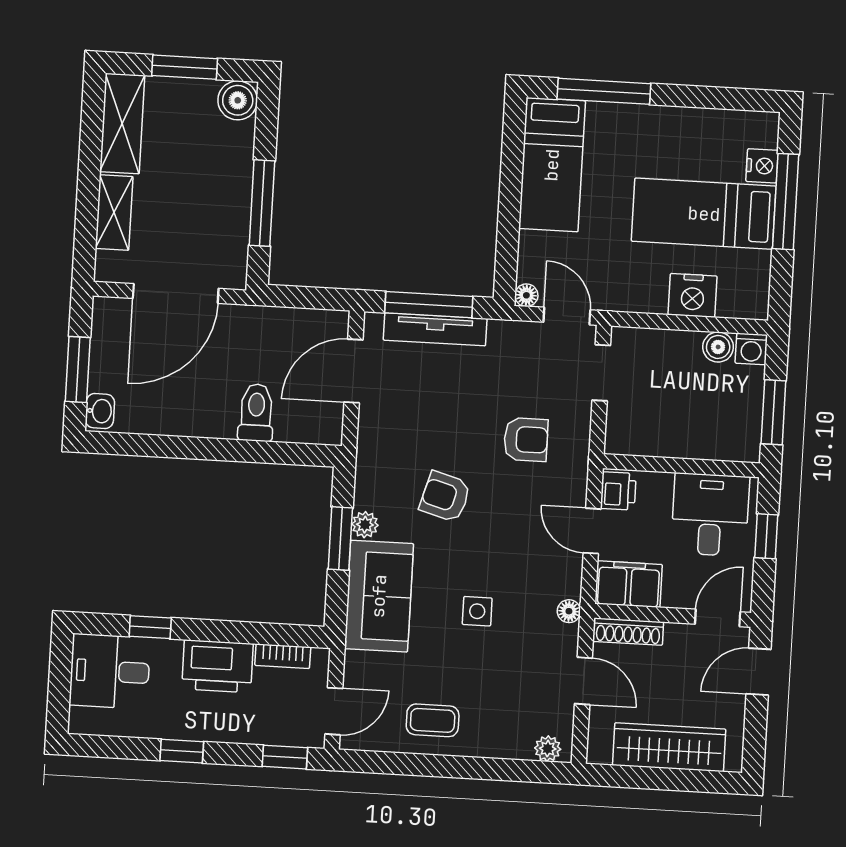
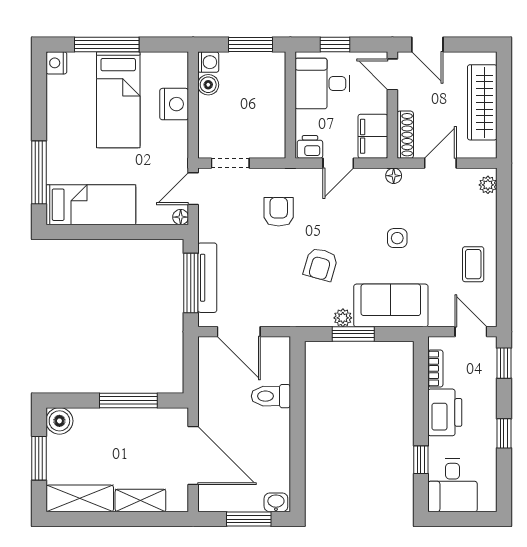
nightstand: (762, 166) -> (56, 63), moved, turned -90

